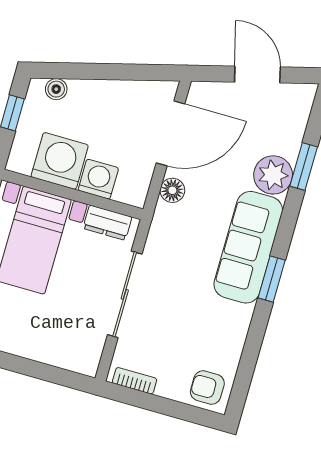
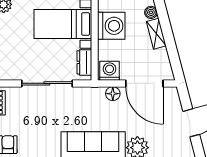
shelving: (94, 90) -> (156, 34), added
washing machine: (98, 179) -> (110, 71), moved, turned -90

